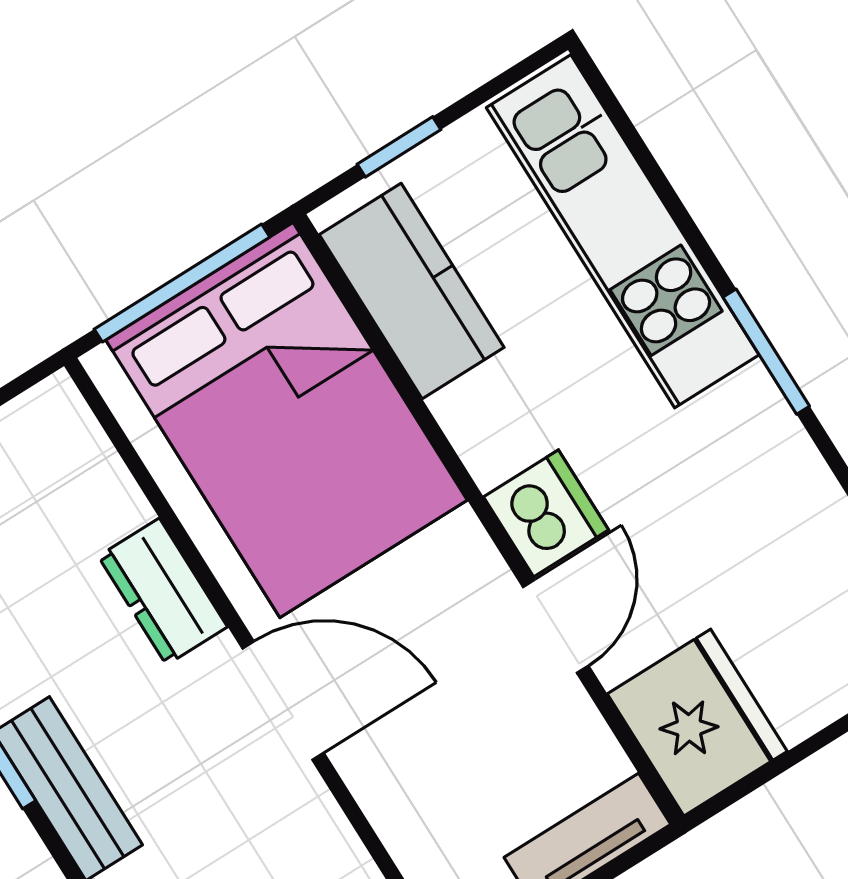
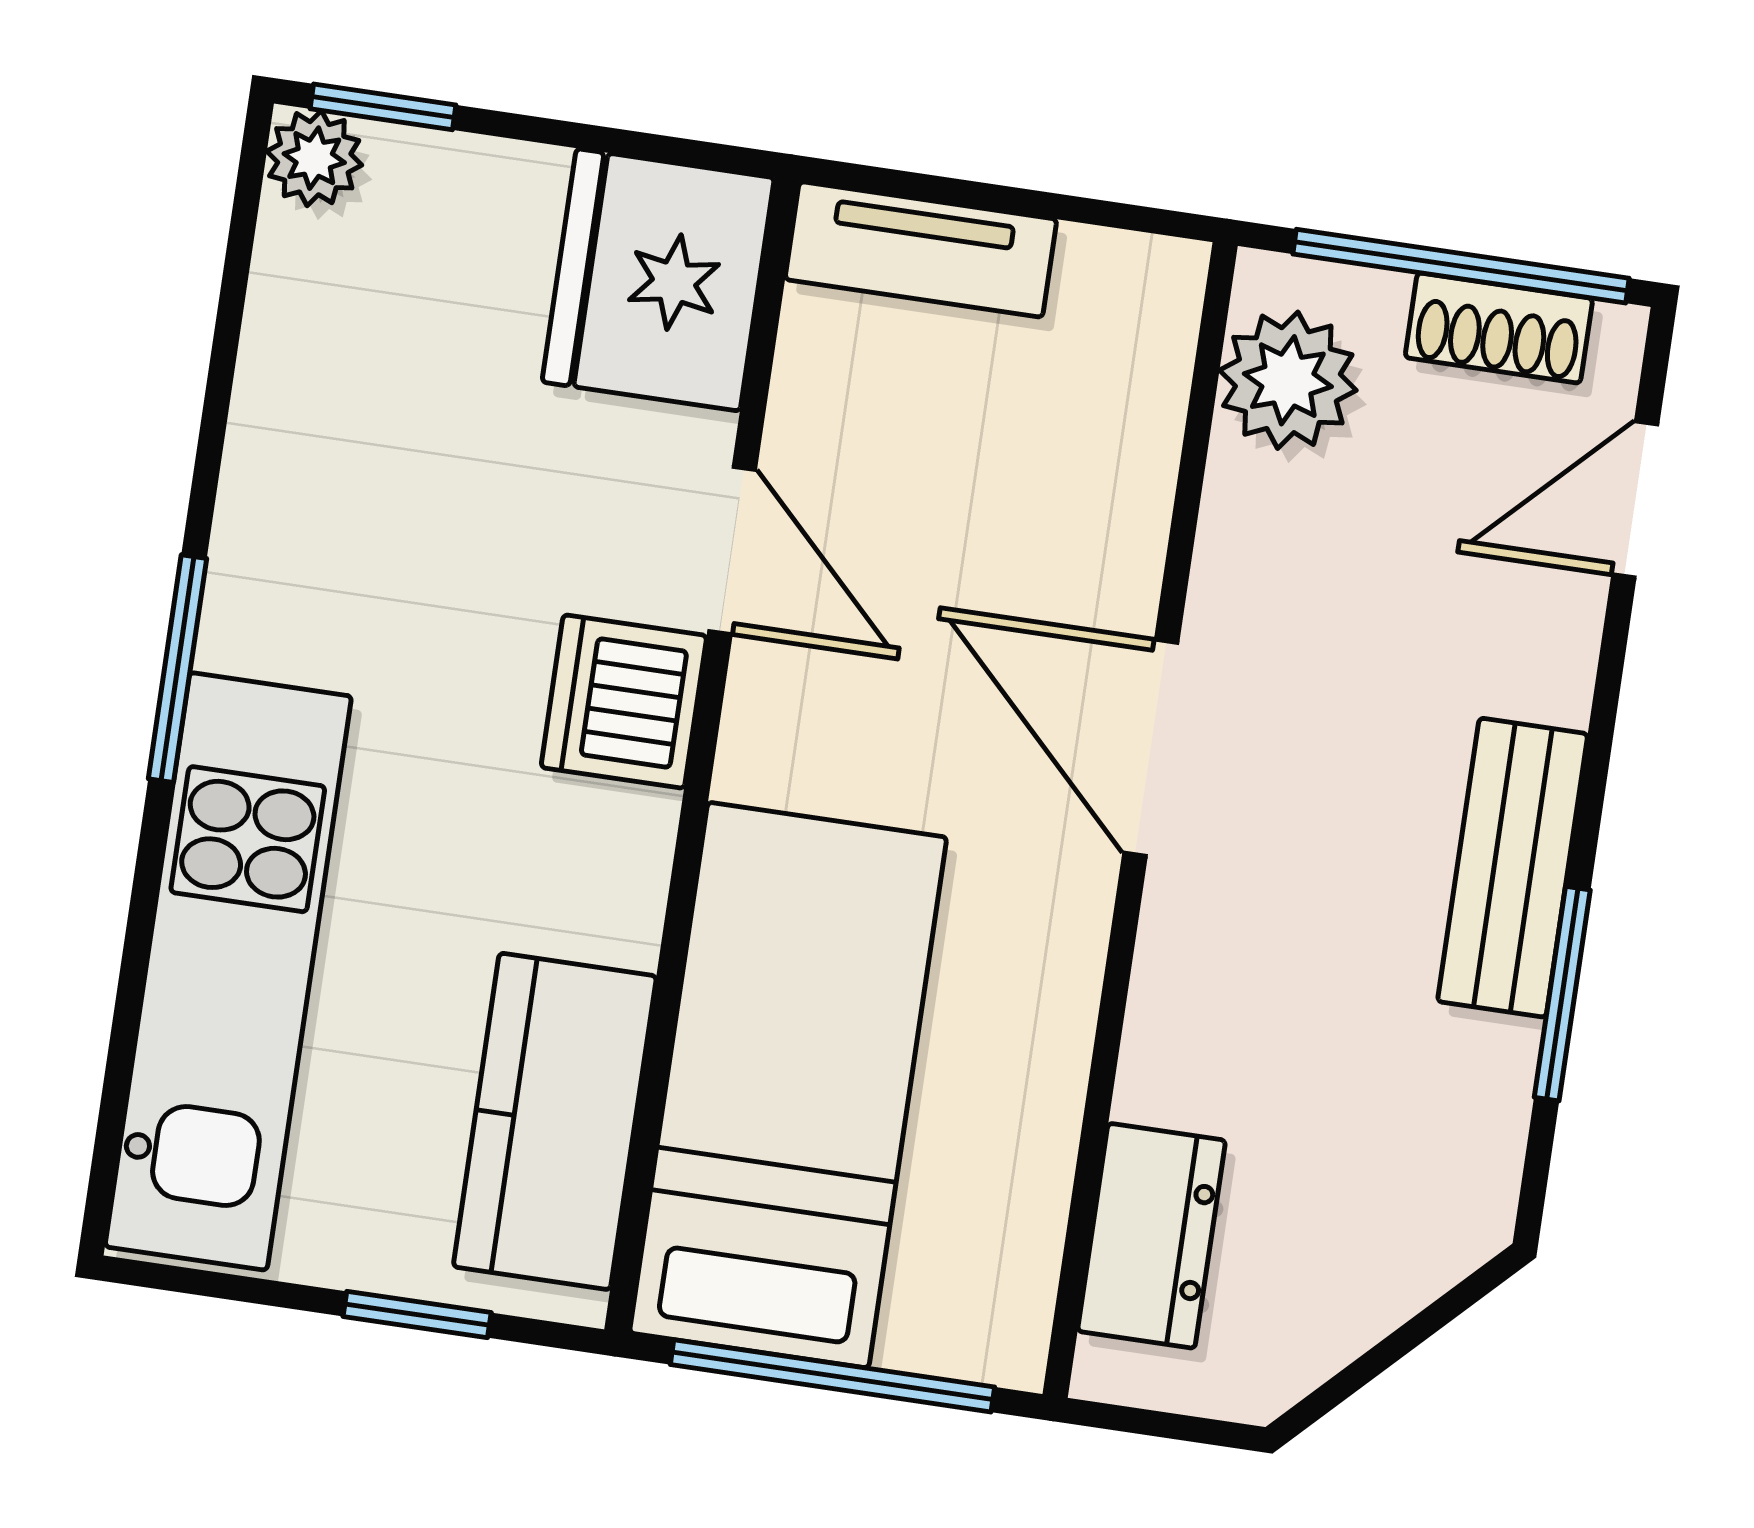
bed: (287, 420) -> (788, 1085), width x0.67
dresser: (163, 592) -> (1151, 1236), moved
door: (556, 626) -> (732, 550), swing flipped

